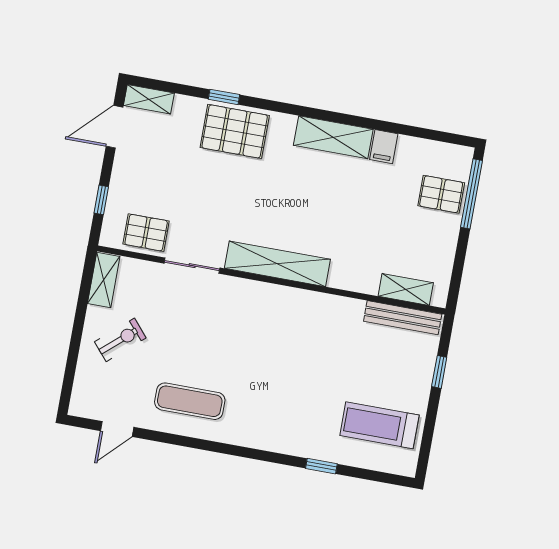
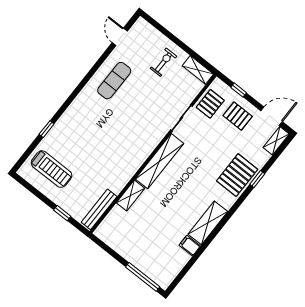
door: (114, 127) -> (272, 116), hinge flipped
pallet: (441, 194) -> (238, 116), moved, turned 90
shelving: (406, 289) -> (131, 196), moved
exercise bike: (120, 340) -> (163, 62), turned -139
treadmill: (379, 425) -> (51, 169), turned 90

